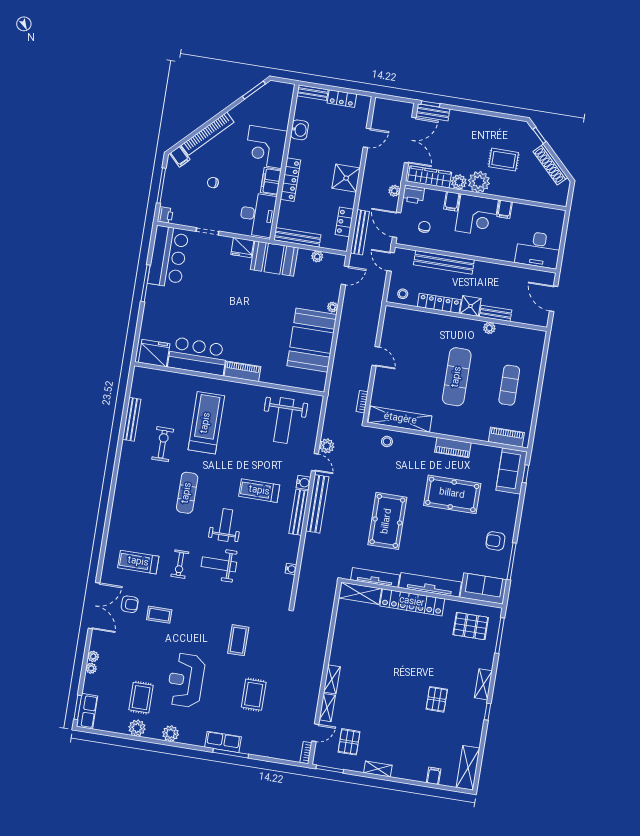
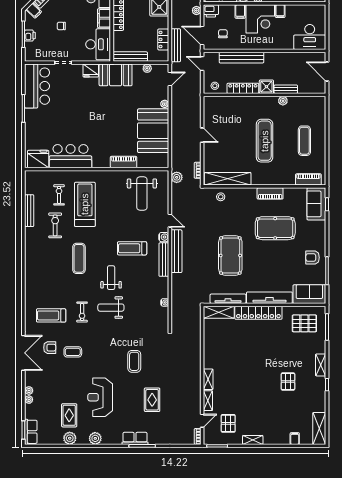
printer: (165, 215) -> (30, 36), moved
piano: (242, 371) -> (124, 162), moved
exercise bike: (174, 405) -> (59, 195), added
plant: (327, 446) -> (177, 177), moved

